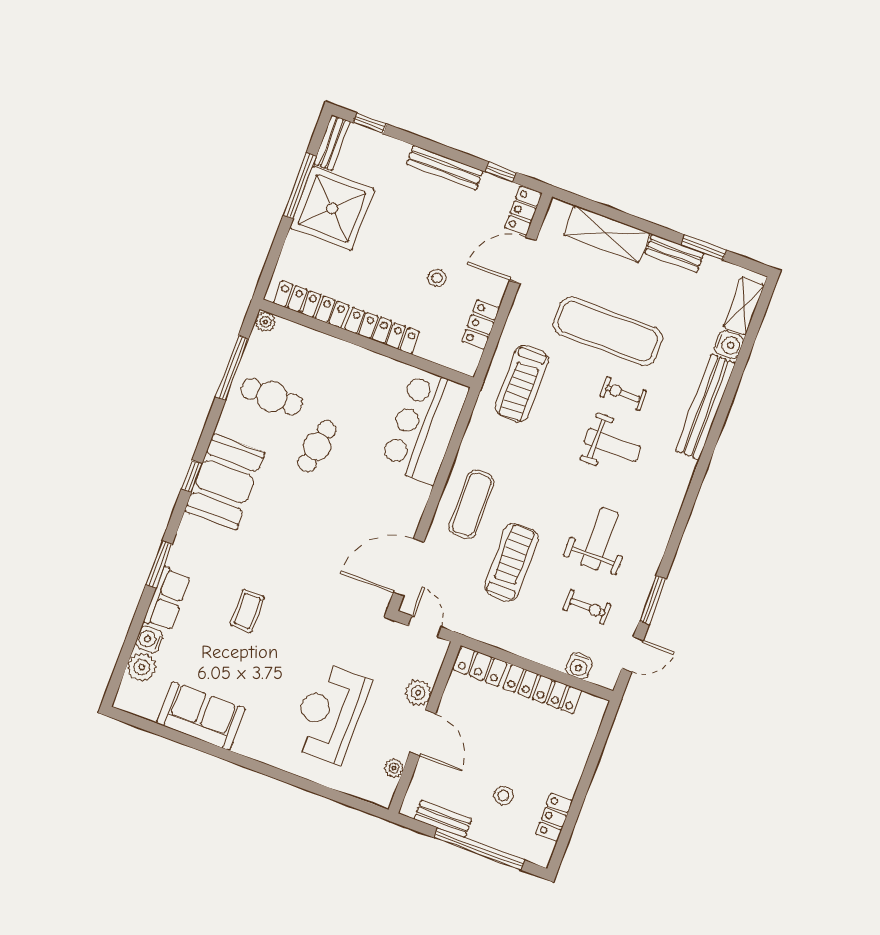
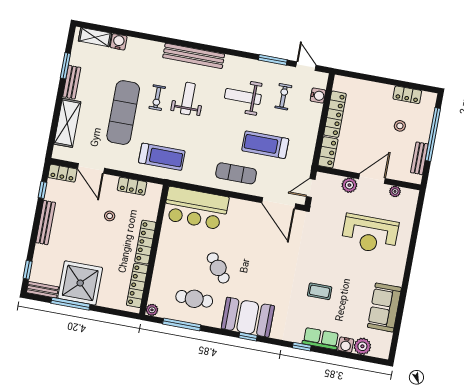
cafe table: (272, 397) -> (194, 299), turned 90
bench: (705, 407) -> (194, 56), moved
cafe table: (317, 446) -> (218, 268), turned 41
window: (159, 564) -> (302, 347), width x0.67

